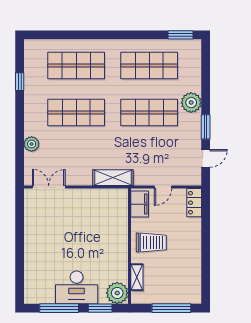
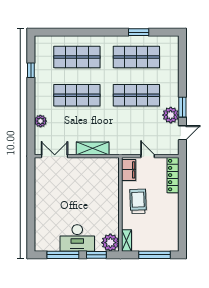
window: (180, 35) -> (139, 32), moved
plant: (191, 103) -> (171, 115), moved
shelving: (113, 178) -> (93, 148), moved
door: (163, 187) -> (148, 156), swing flipped
locker: (194, 203) -> (173, 175), width x1.53
trolley: (151, 242) -> (138, 201), turned -92
shelving: (137, 277) -> (126, 240), moved

